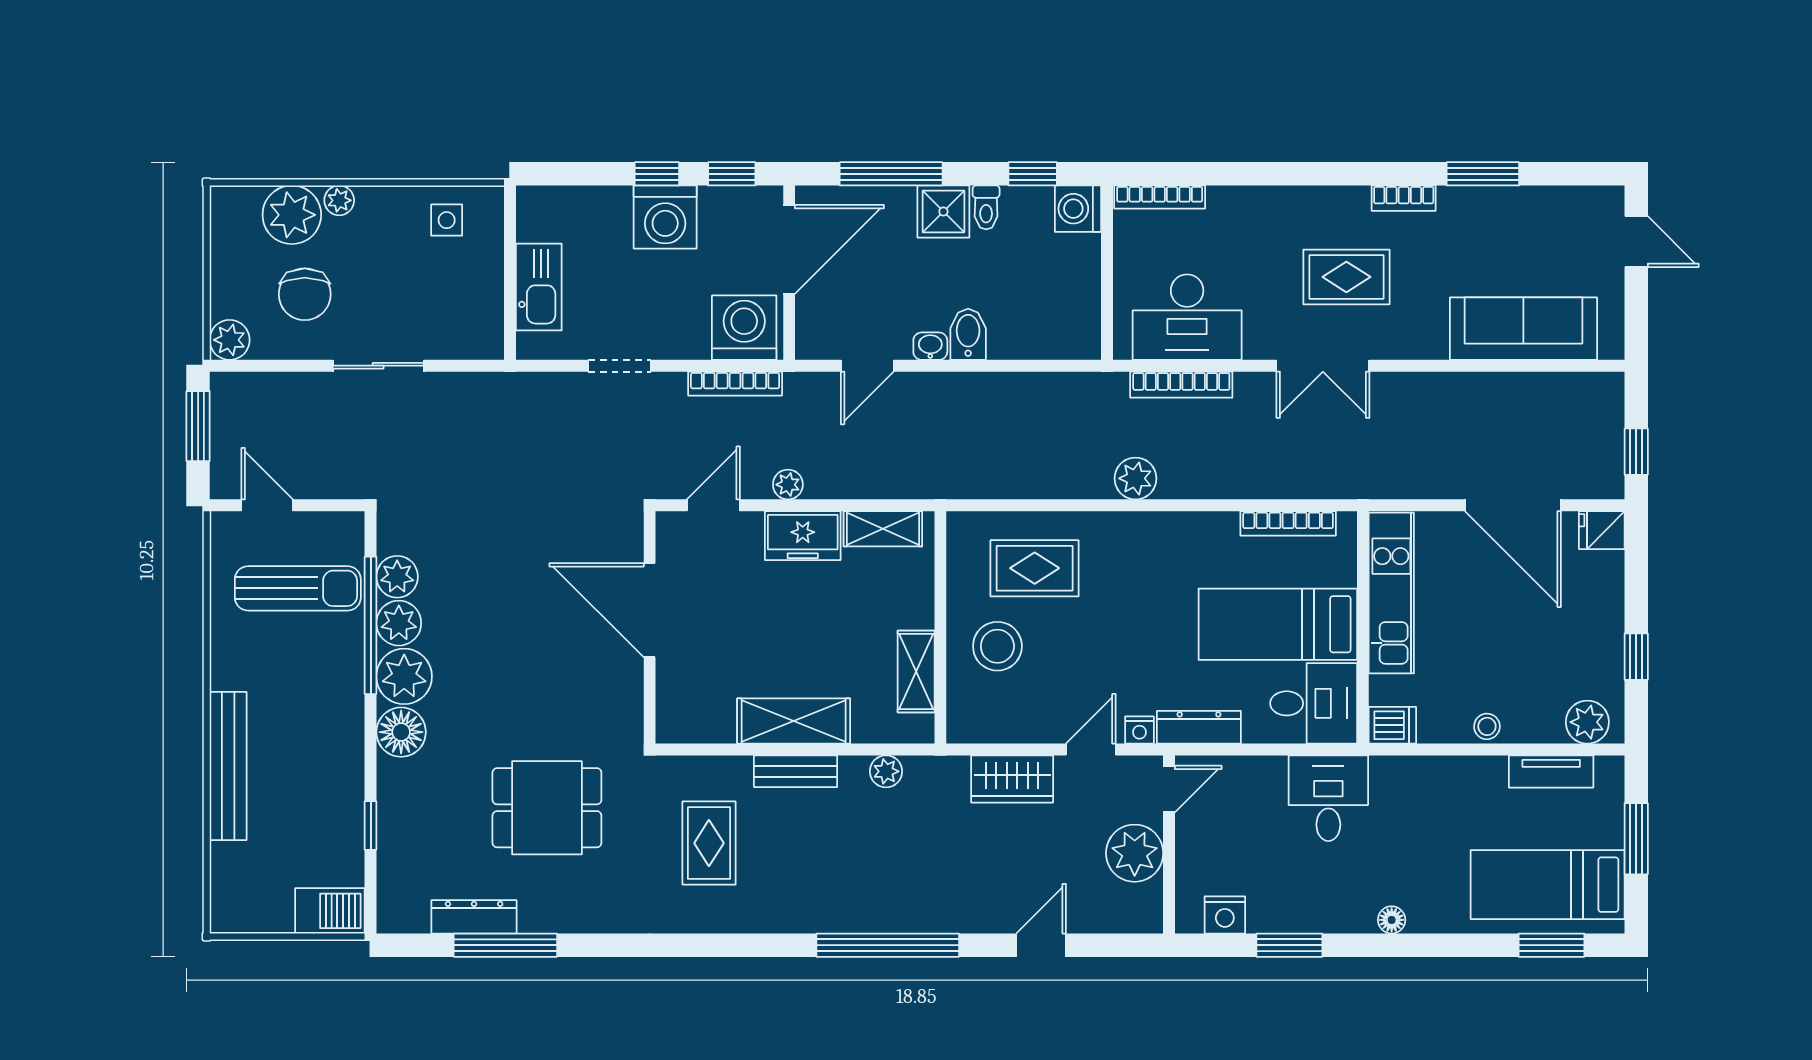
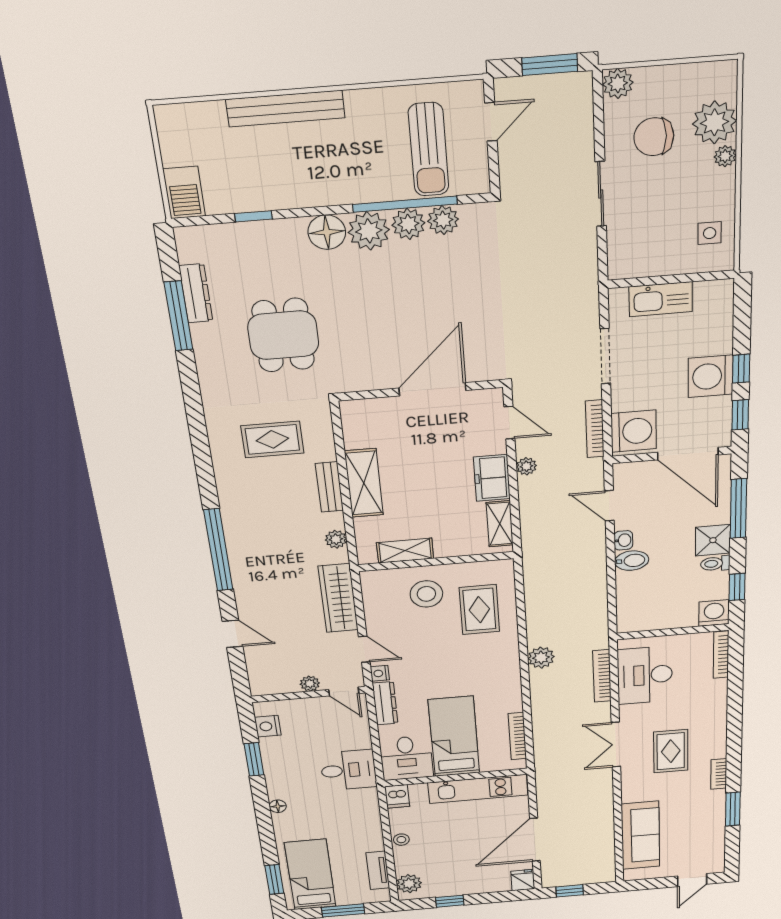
doorway: (620, 366) -> (605, 356), width x1.38
wardrobe: (1012, 779) -> (338, 598), width x1.50
plant: (1135, 853) -> (310, 684), width x0.53, depth x0.53

